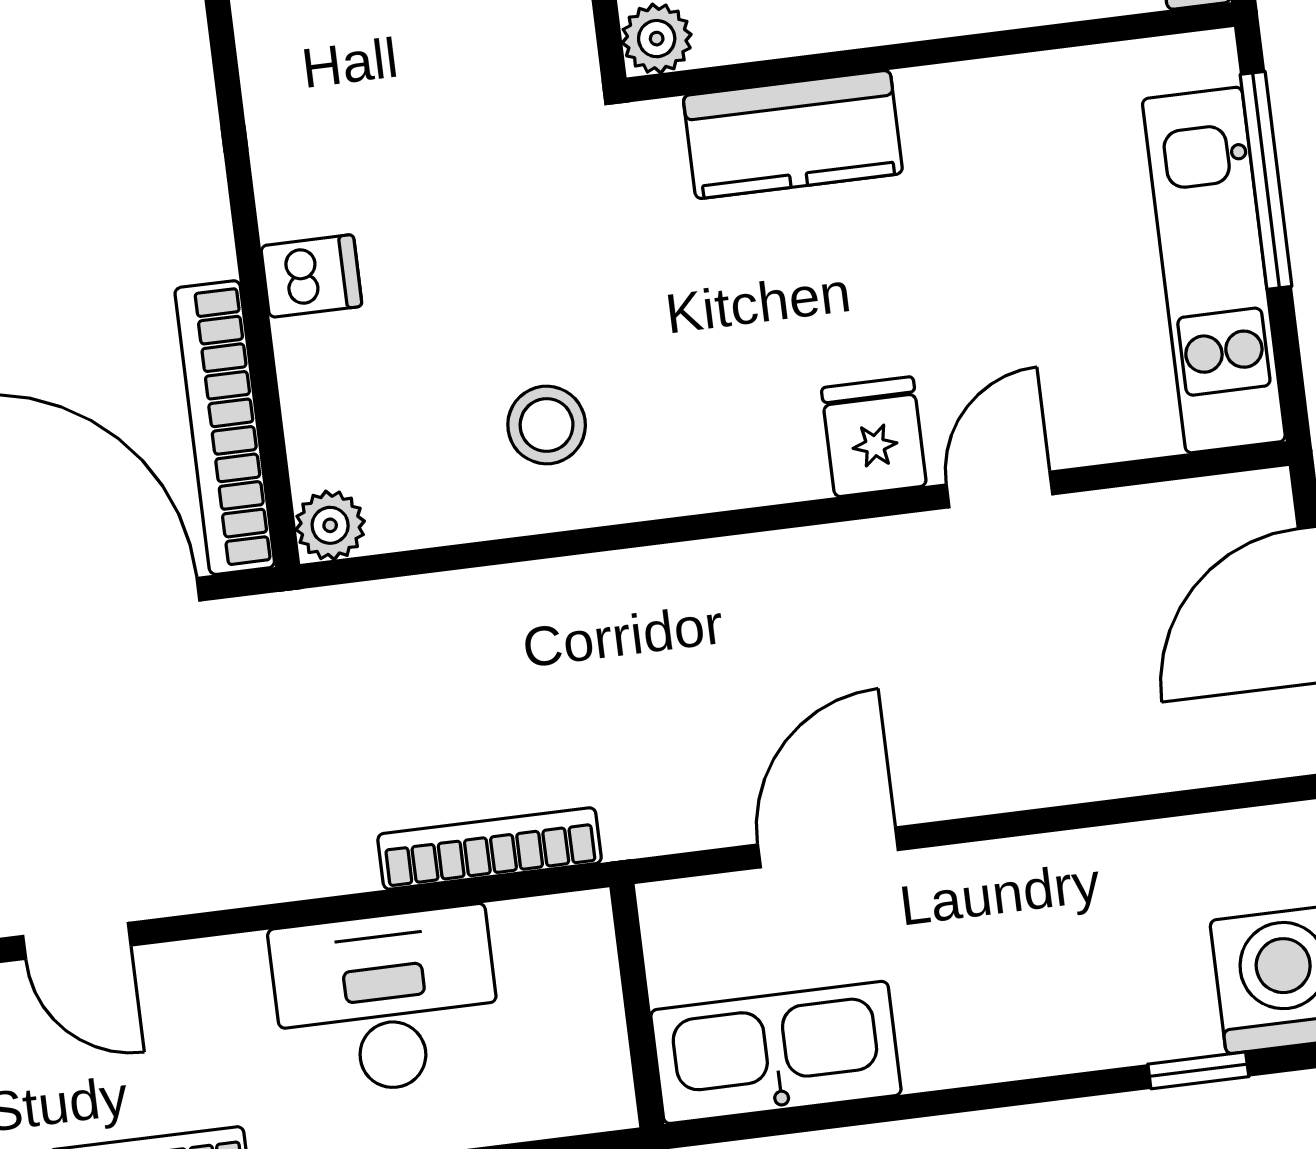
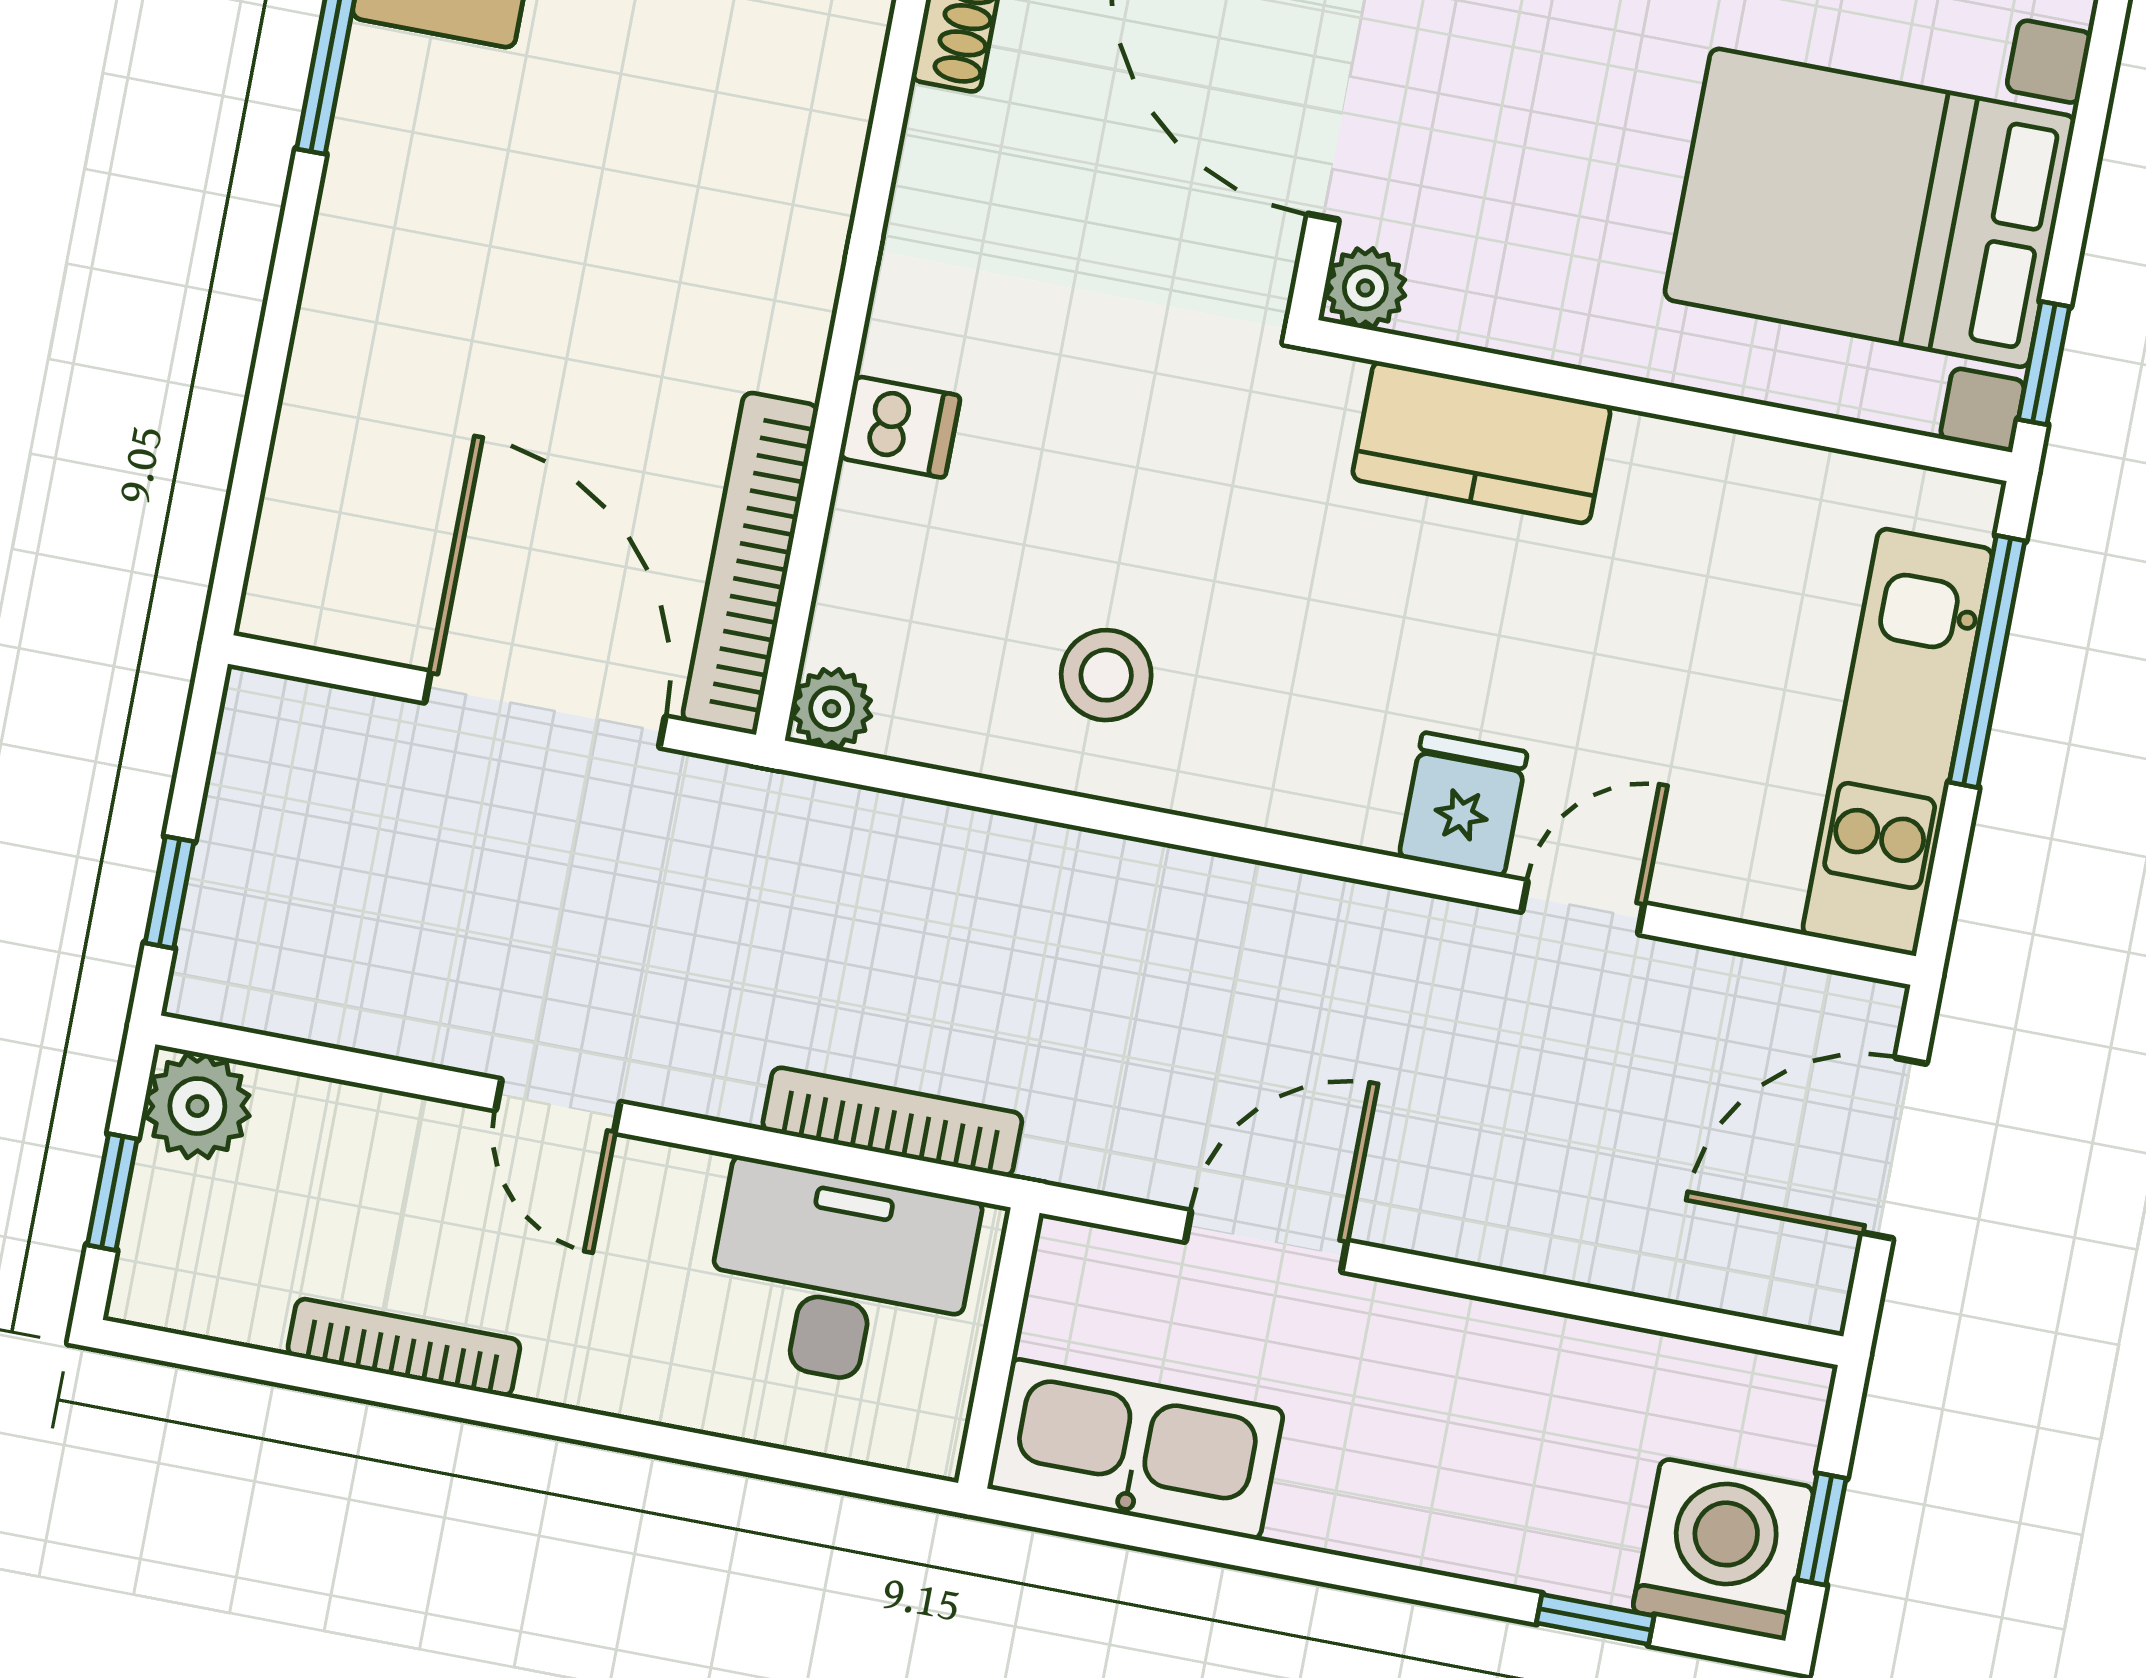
door: (77, 941) -> (558, 1106), moved
desk: (386, 1002) -> (840, 1276), moved

